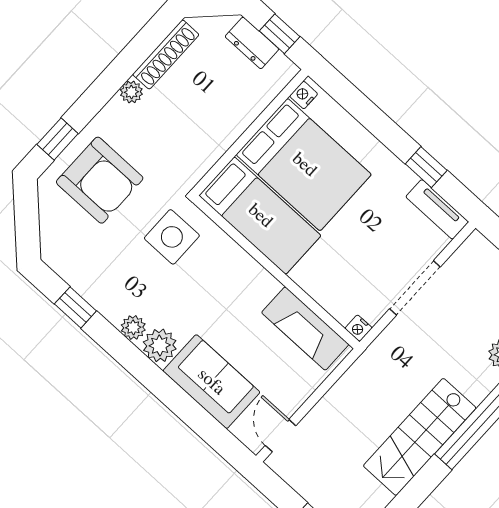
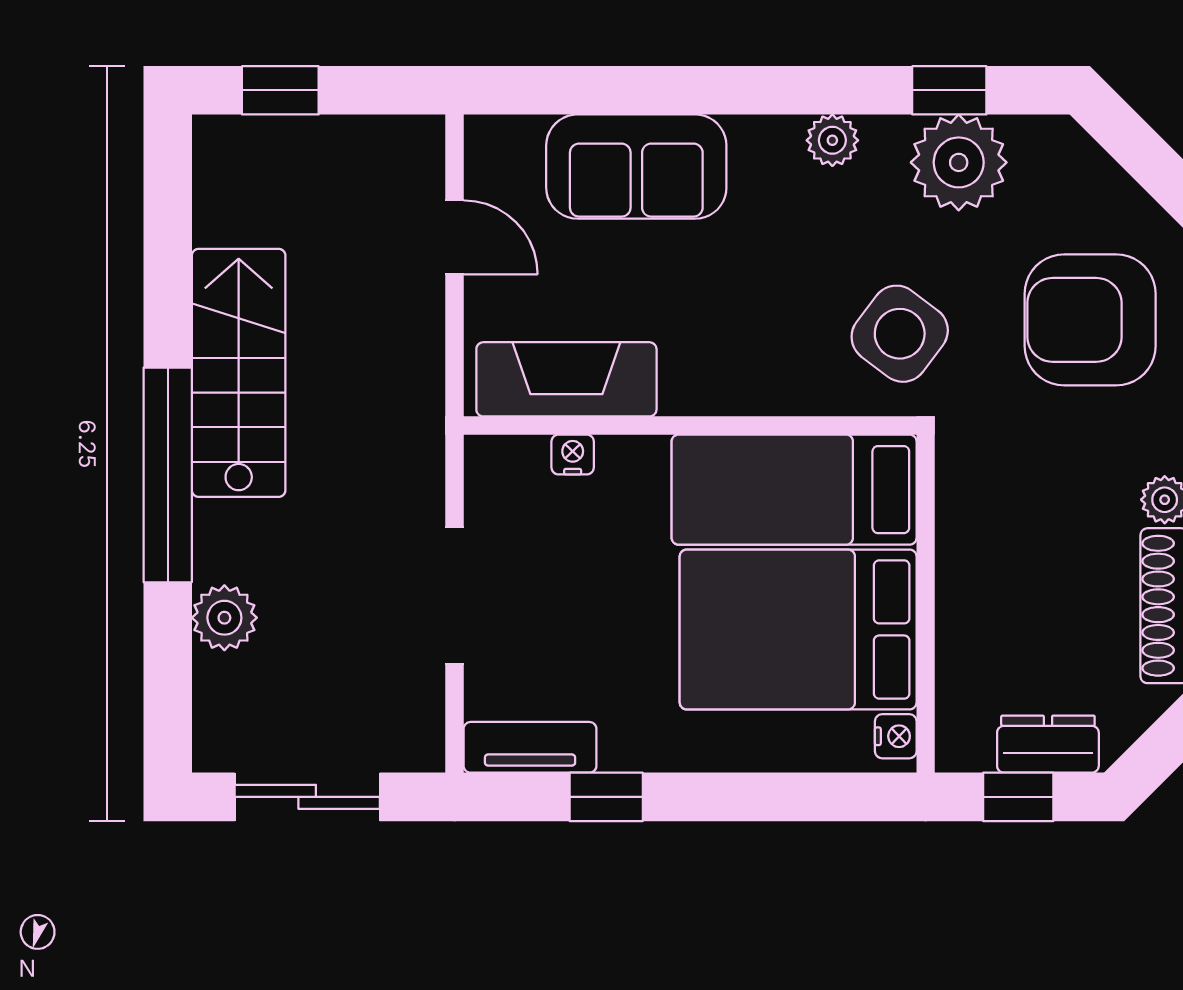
side table: (172, 237) -> (900, 334), turned 37
nightstand: (359, 328) -> (573, 454), moved
plant: (160, 345) -> (959, 162), moved, width x1.36, depth x1.36
door: (281, 436) -> (455, 237), moved

